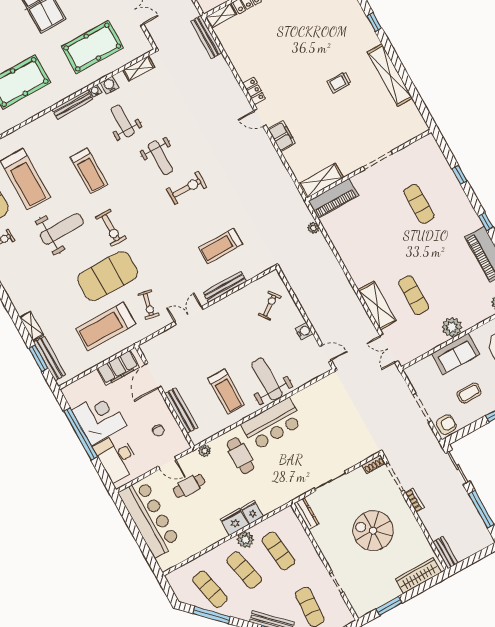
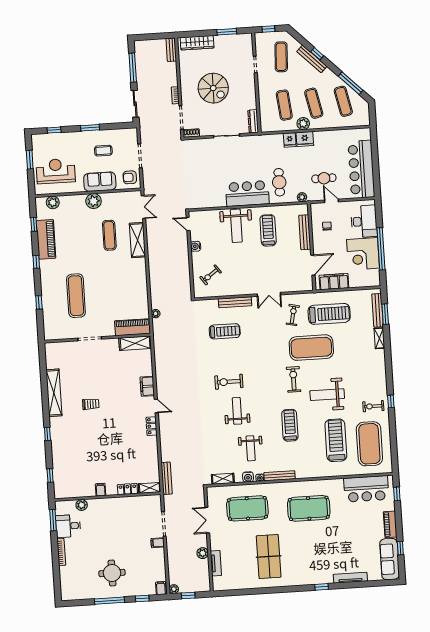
exercise mat: (419, 204) -> (76, 296), width x1.36, depth x1.45
armchair: (446, 425) -> (130, 177), moved

